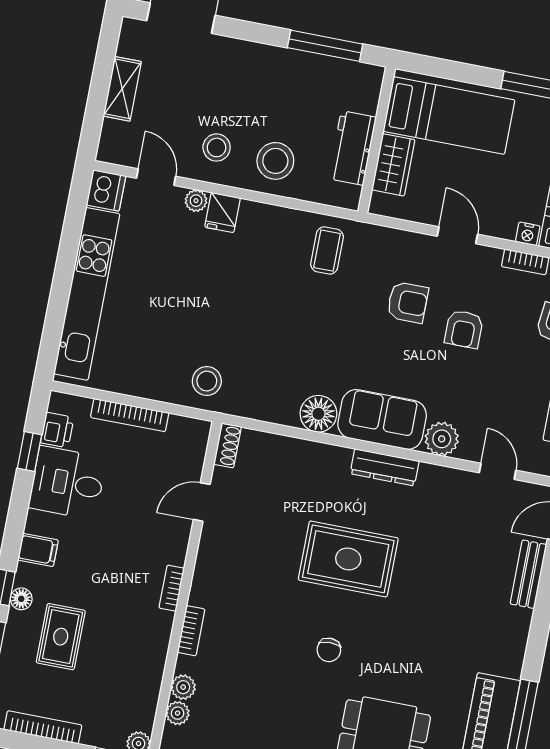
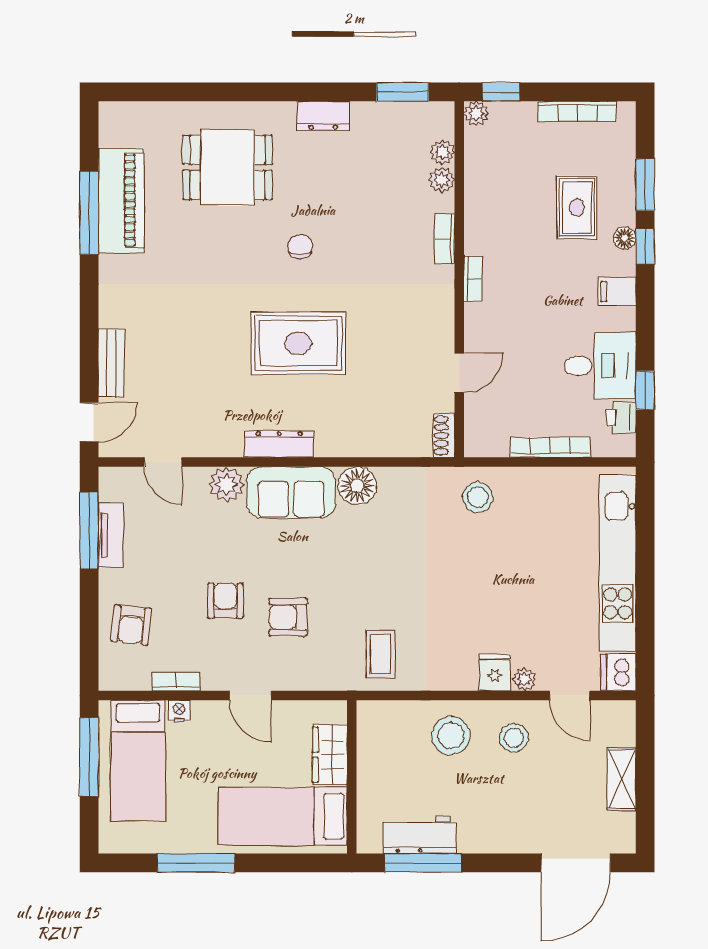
workbench: (352, 148) -> (420, 835), moved, turned -90

